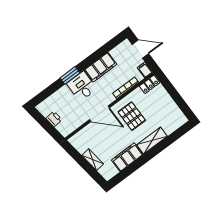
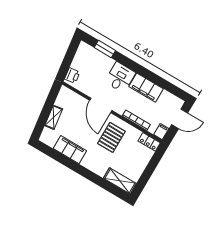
door: (140, 49) -> (180, 119), hinge flipped
window: (70, 75) -> (105, 49), moved
printer: (54, 119) -> (72, 76), moved
shelving: (152, 140) -> (120, 181), moved

